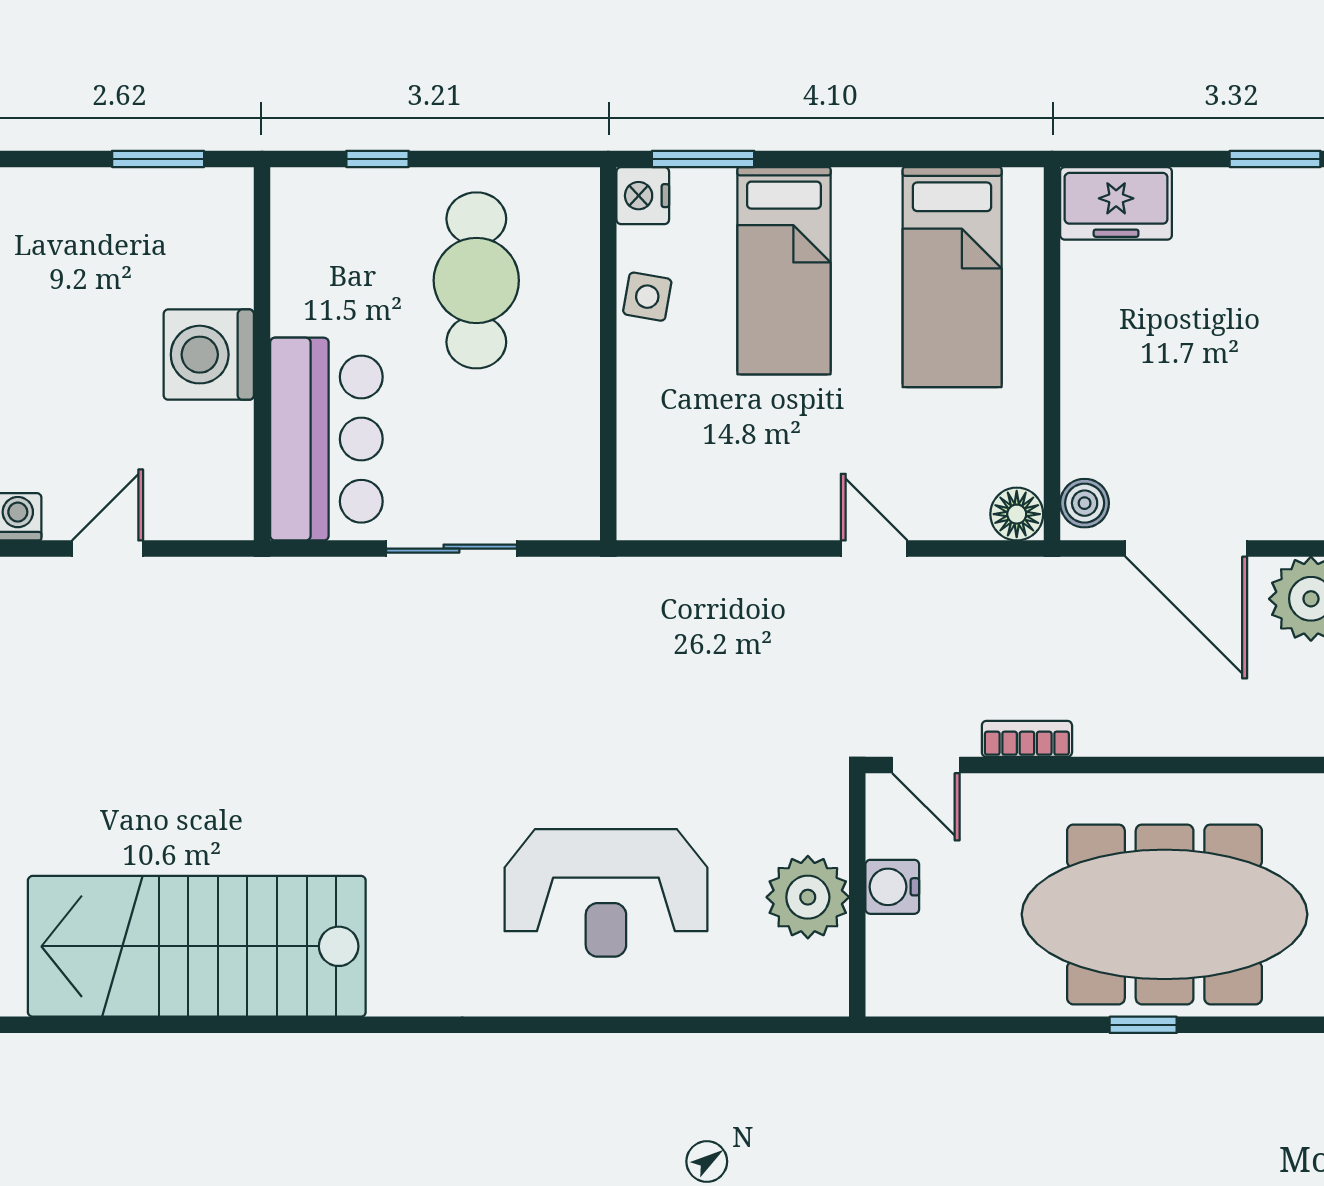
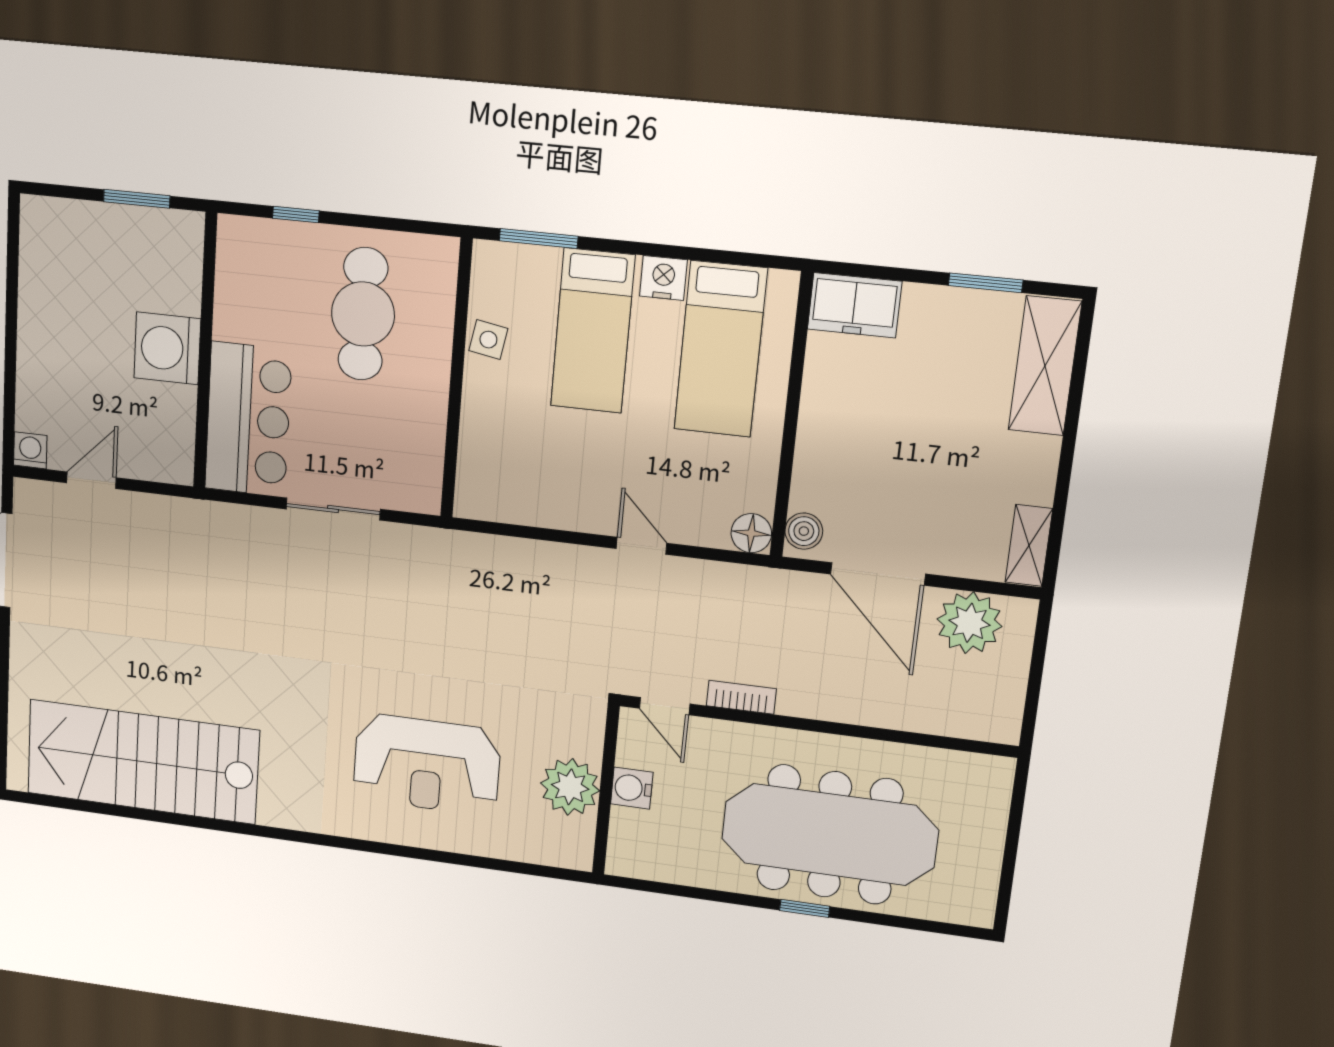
nightstand: (643, 196) -> (663, 278), moved, turned 90

